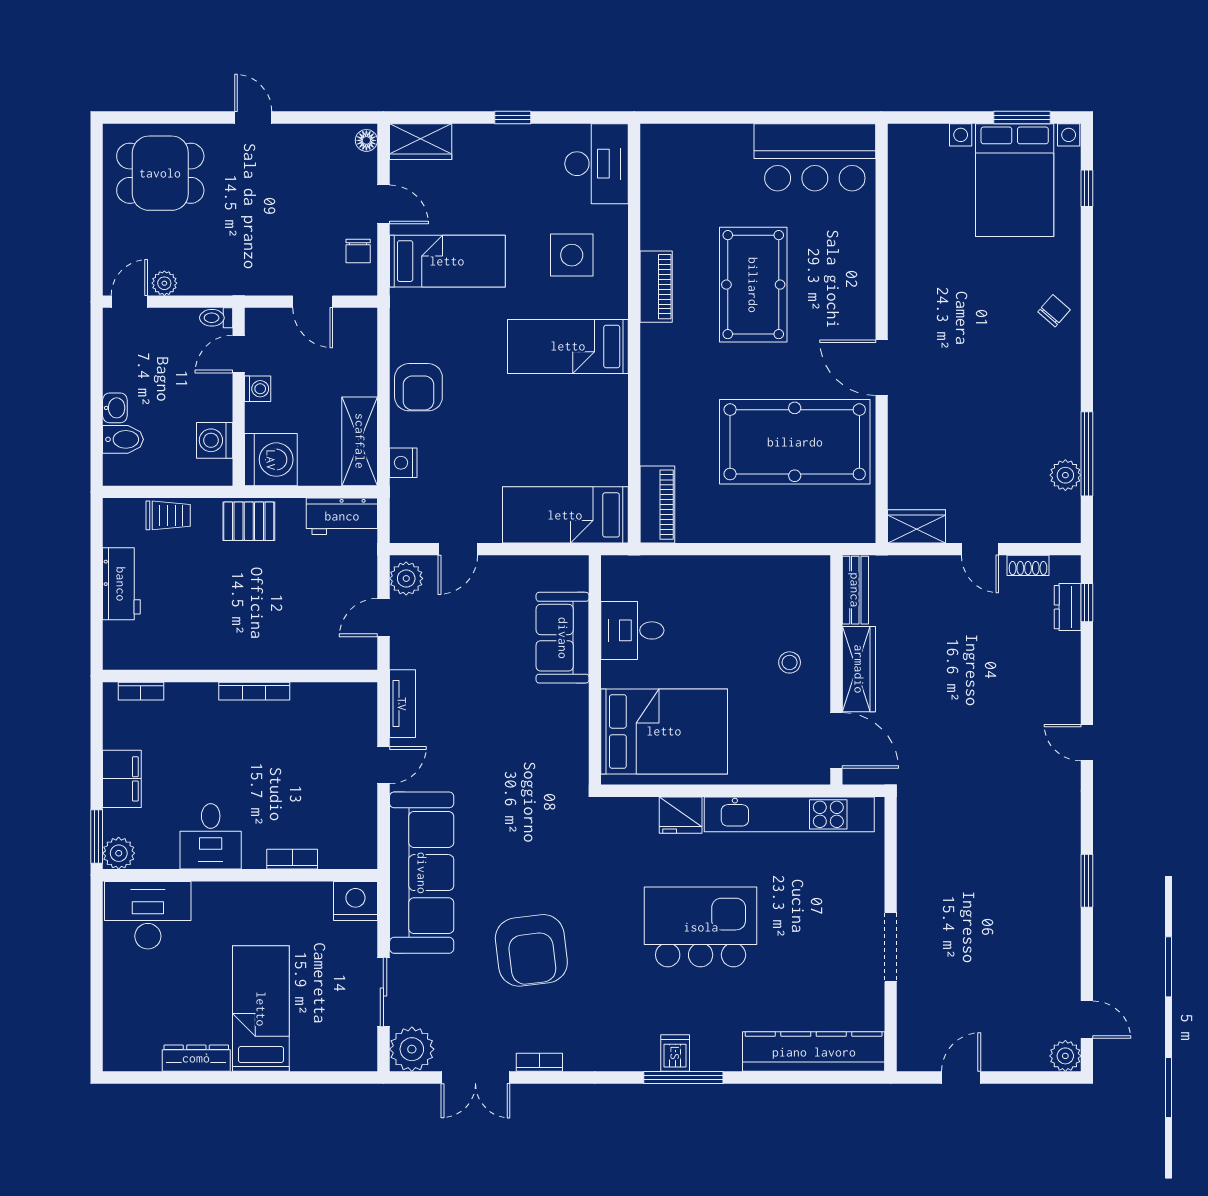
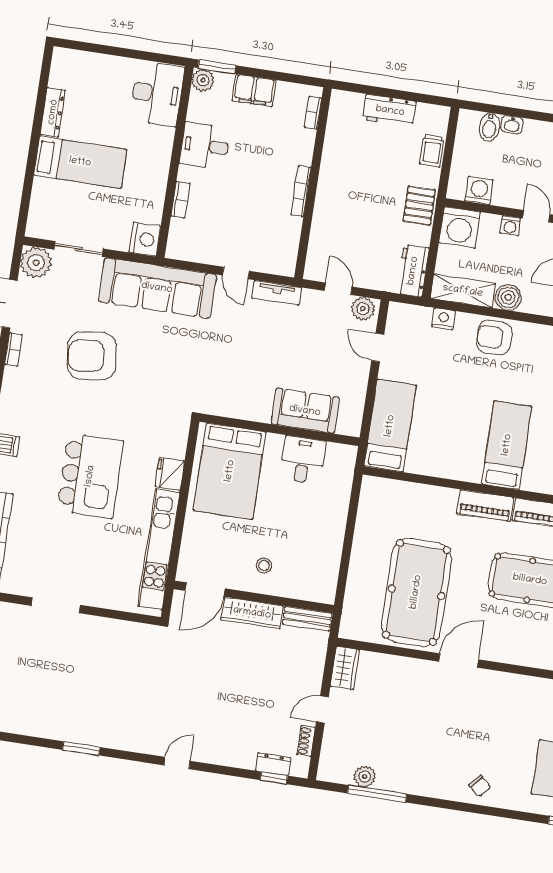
boiler: (359, 376) -> (508, 297), added
piano: (657, 505) -> (485, 506), moved

